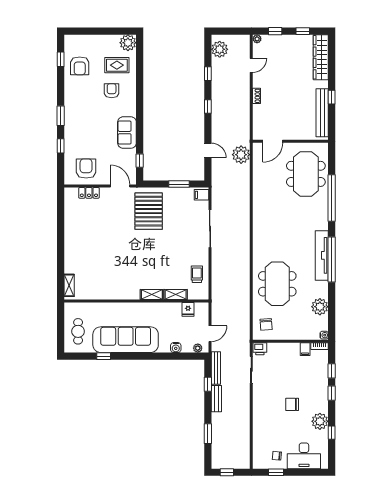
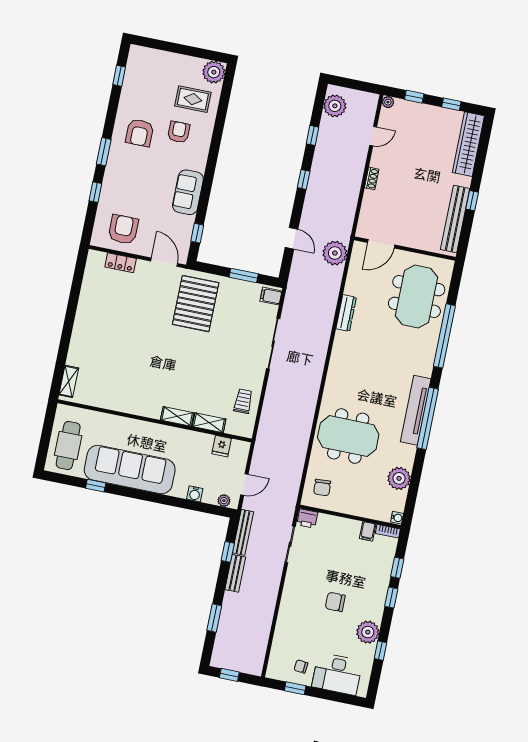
armchair: (80, 66) -> (140, 133), moved
dresser: (258, 196) -> (346, 313), added
meeting table: (277, 284) -> (348, 436), turned 90
cafe table: (78, 331) -> (68, 445), width x1.37, depth x1.35

